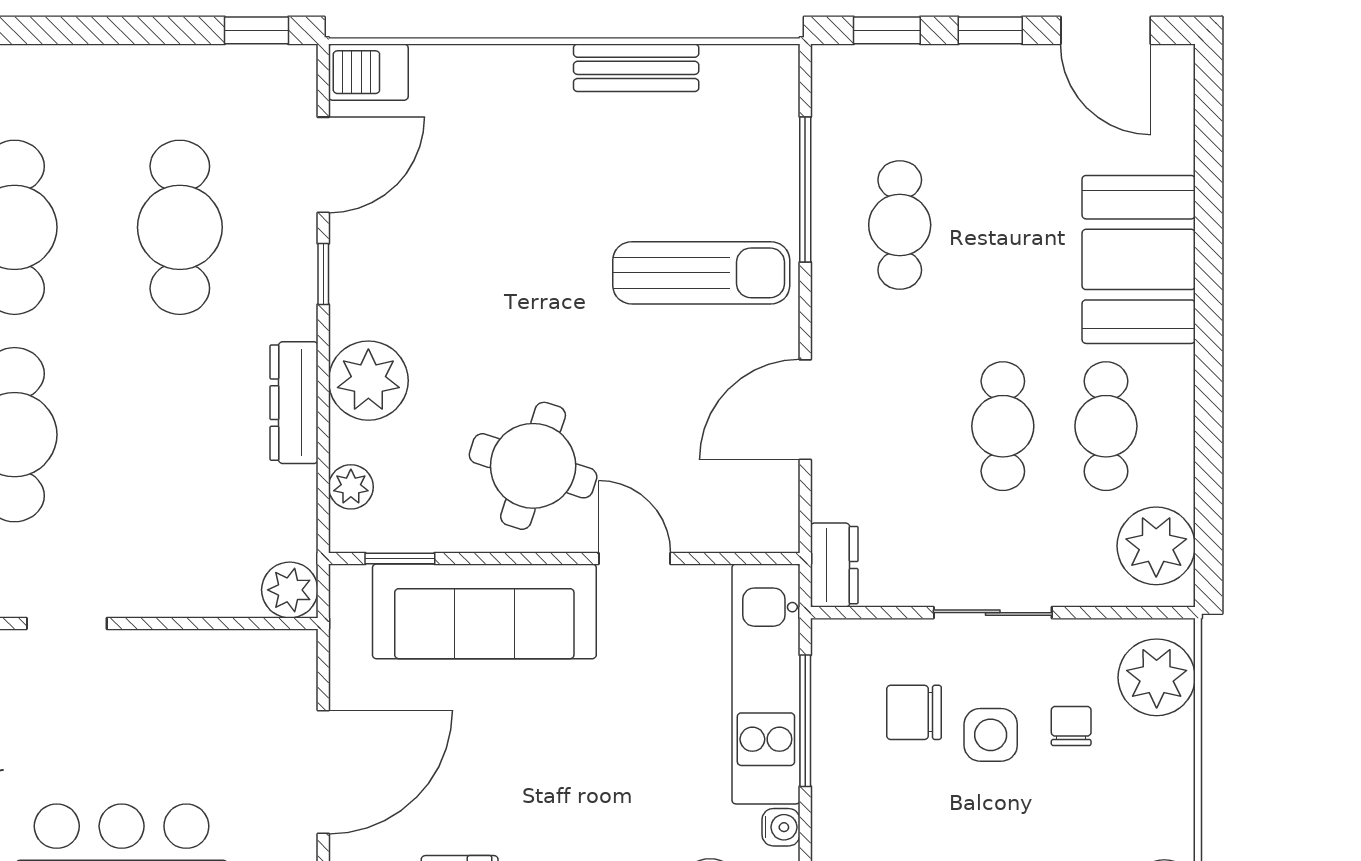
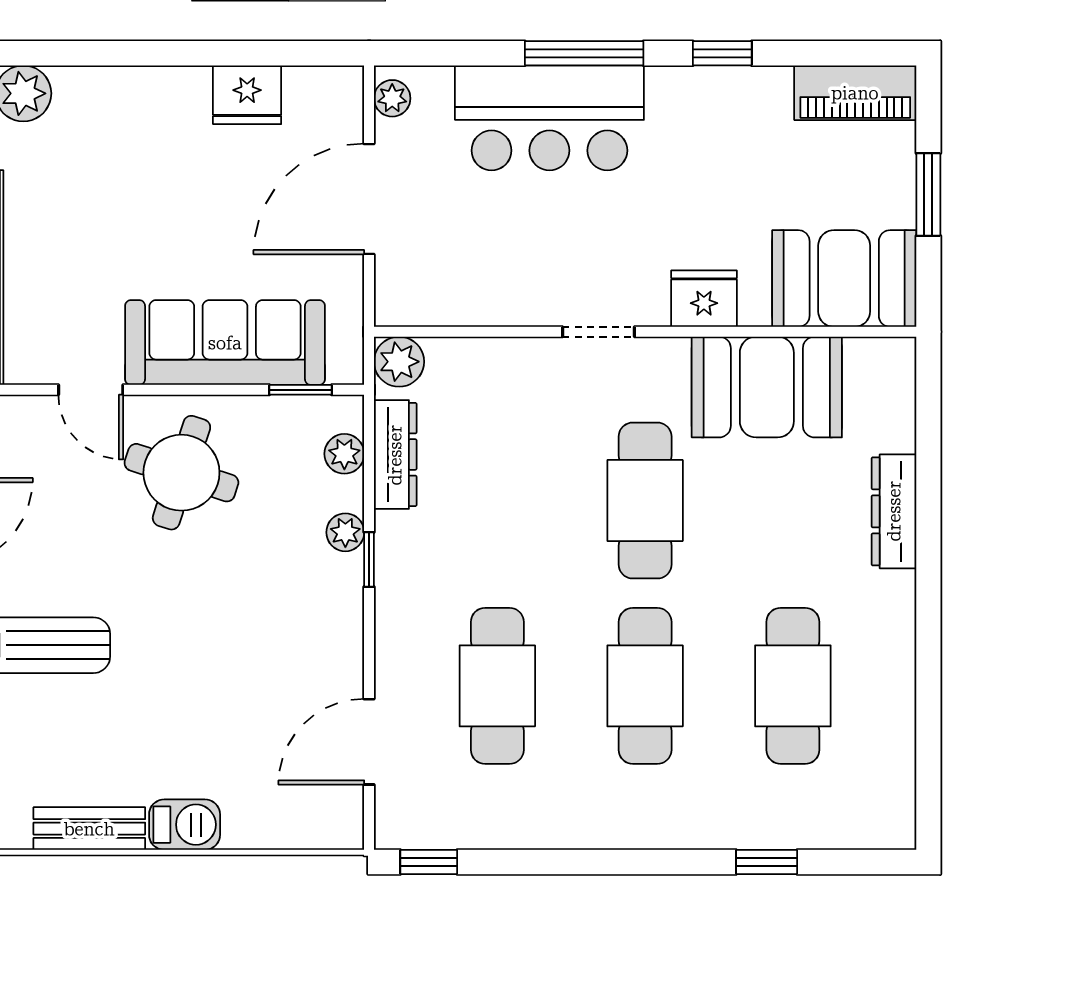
barbecue: (368, 72) -> (185, 825), moved
window: (323, 274) -> (369, 559), moved
plant: (368, 381) -> (345, 532), width x0.53, depth x0.53
dresser: (294, 403) -> (395, 455), moved

